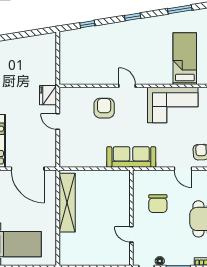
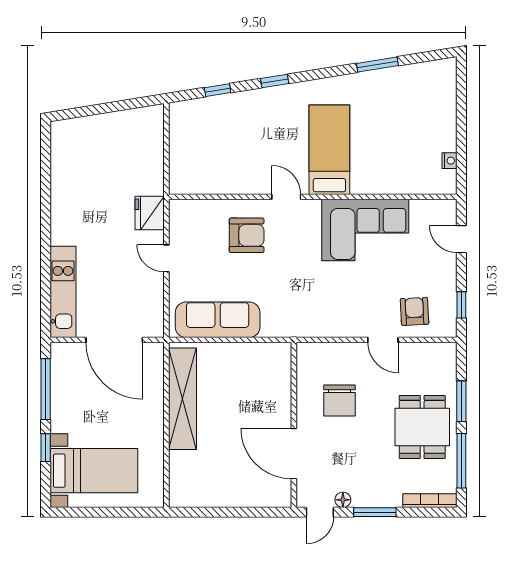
window: (133, 17) -> (275, 81), moved
bed: (185, 59) -> (329, 150), moved
armchair: (104, 108) -> (247, 235), turned 90
sofa: (131, 157) -> (218, 320), moved
door: (131, 234) -> (294, 454), width x1.87

